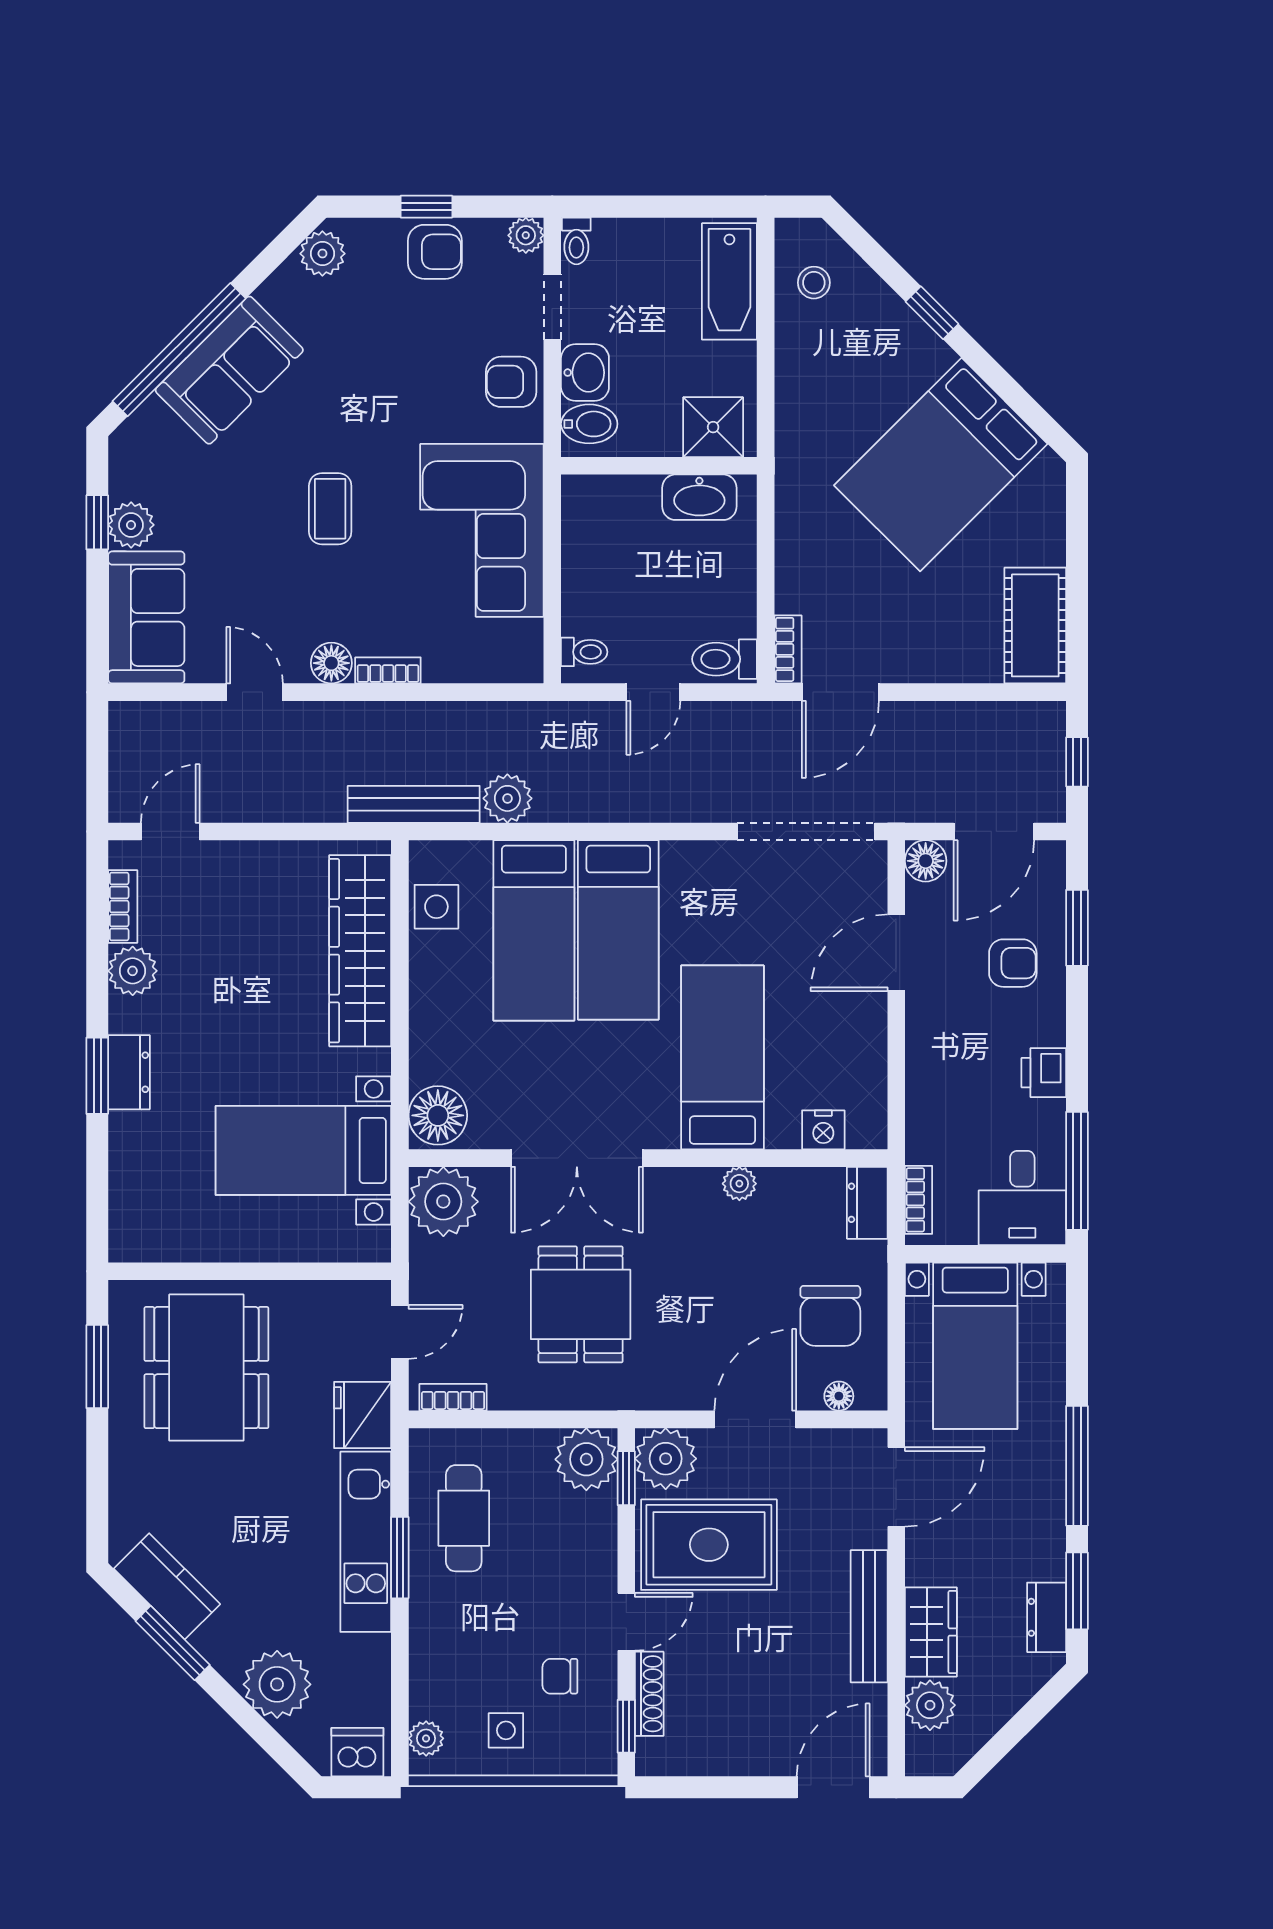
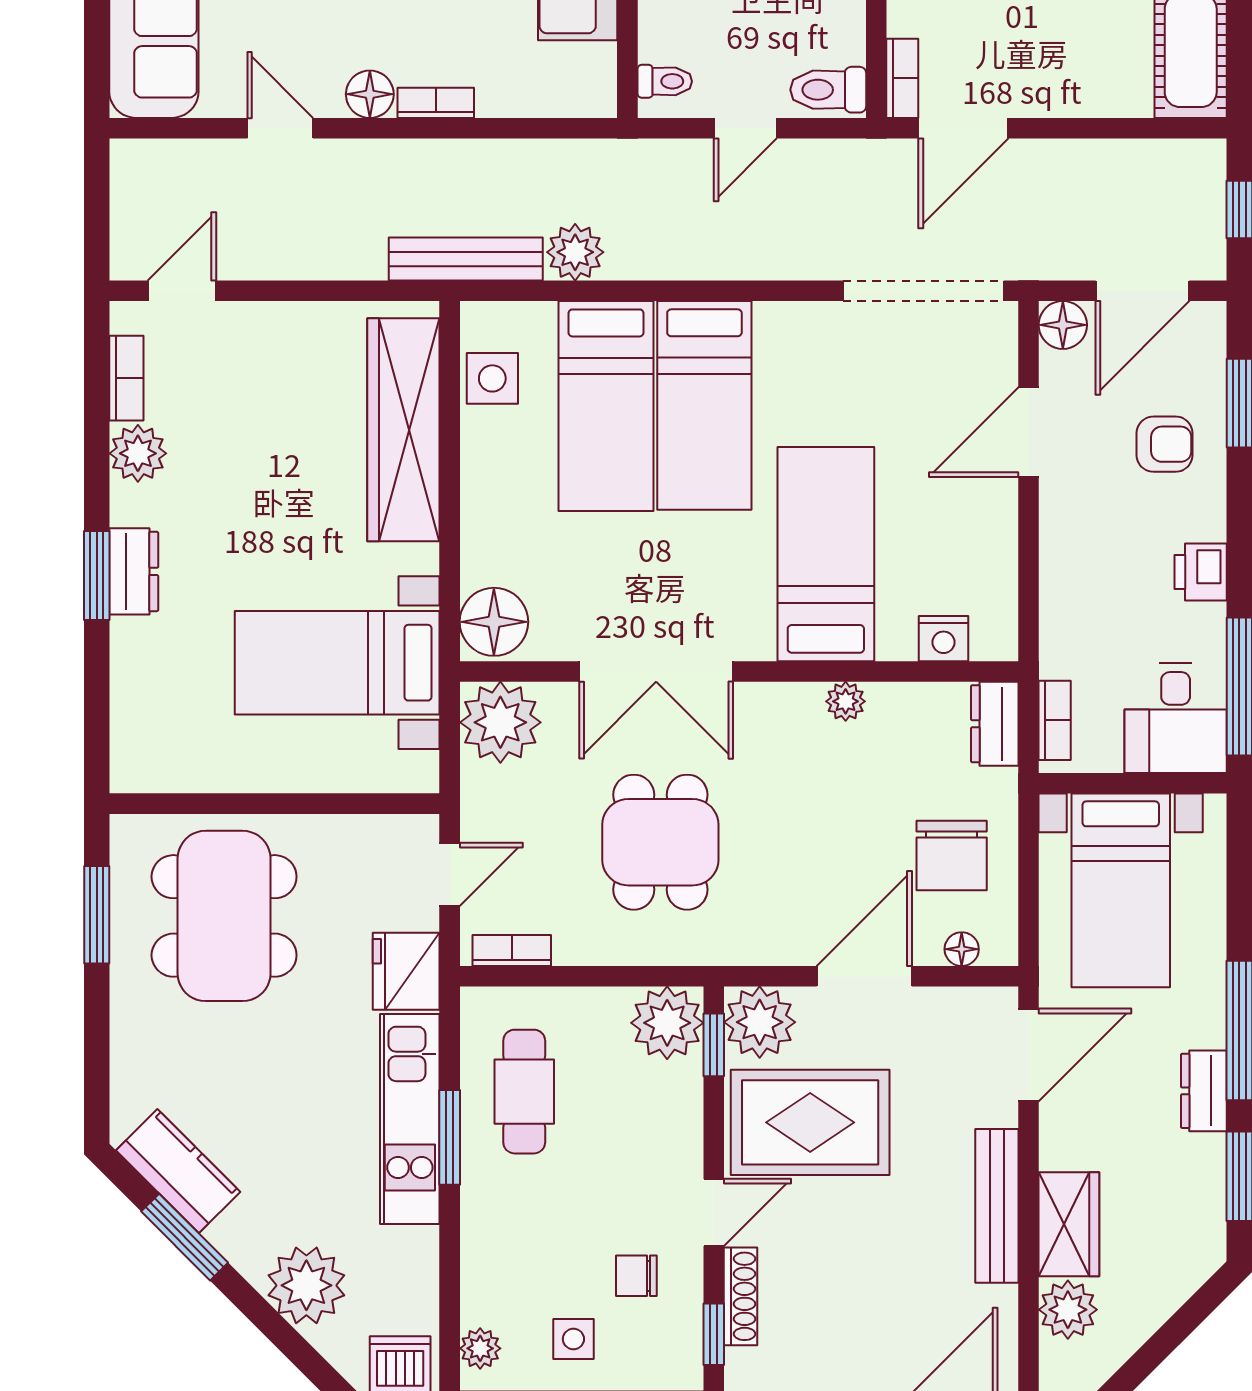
dresser: (1047, 1617) -> (1204, 1091), moved

